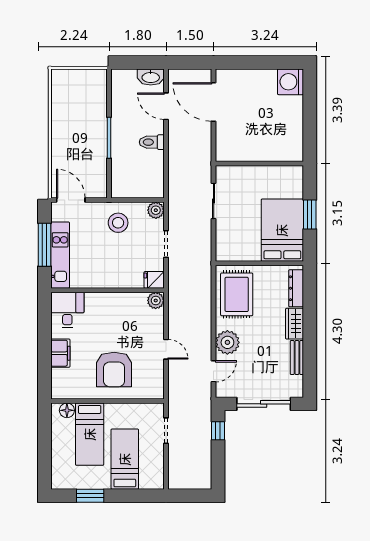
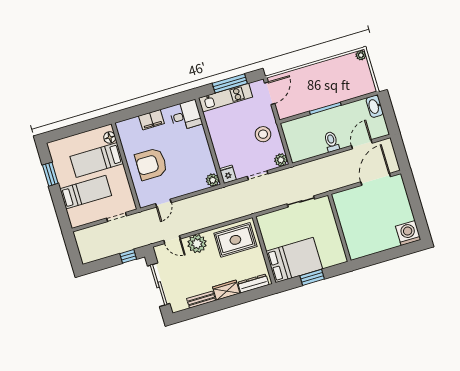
plant: (57, 75) -> (361, 55), added
washbasin: (151, 77) -> (375, 106), moved
door: (166, 349) -> (163, 203), moved

